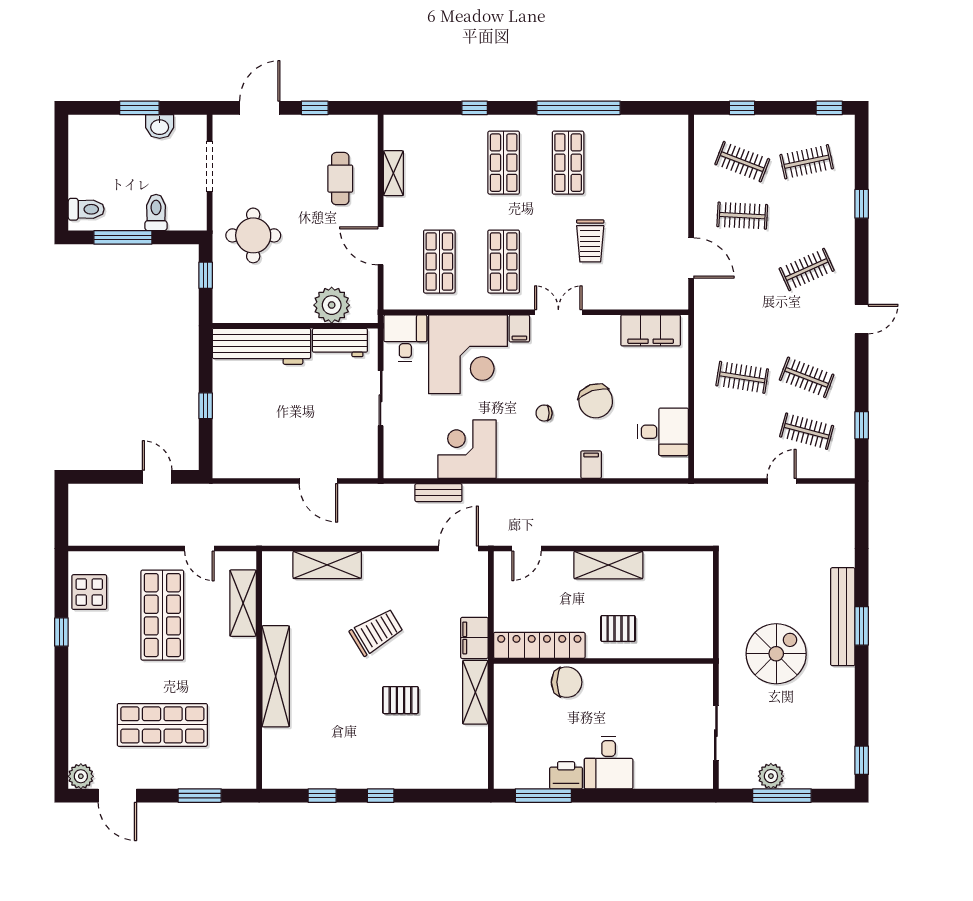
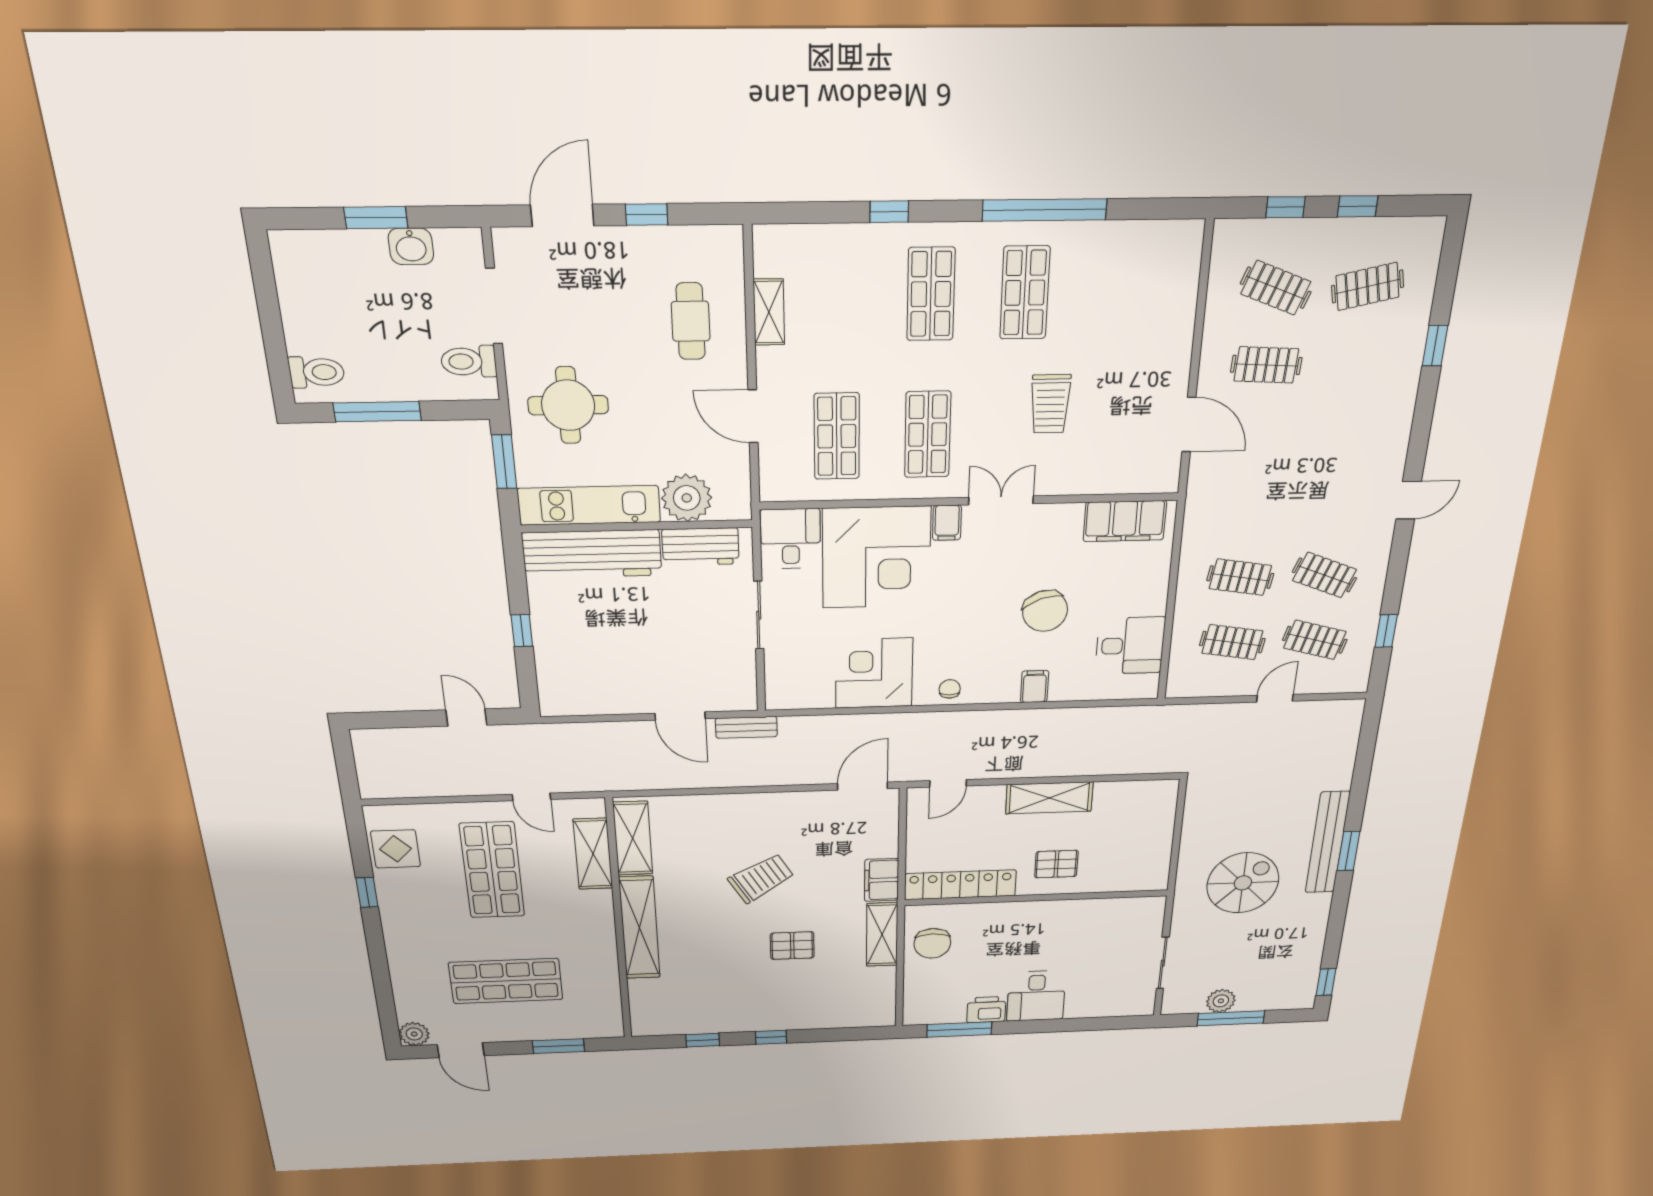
window: (829, 108) -> (1357, 206), moved
toilet: (156, 213) -> (469, 361), moved, turned -90
clothes rail: (807, 270) -> (1232, 642), moved, turned 33
window: (206, 275) -> (504, 462), width x1.50
kitchen unit: (262, 309) -> (589, 505), added
chair: (544, 413) -> (950, 689), moved, turned 90
bench: (438, 493) -> (746, 727), moved
shelving: (327, 565) -> (633, 838), moved, turned 90
chair: (567, 682) -> (932, 943), moved, turned 90

